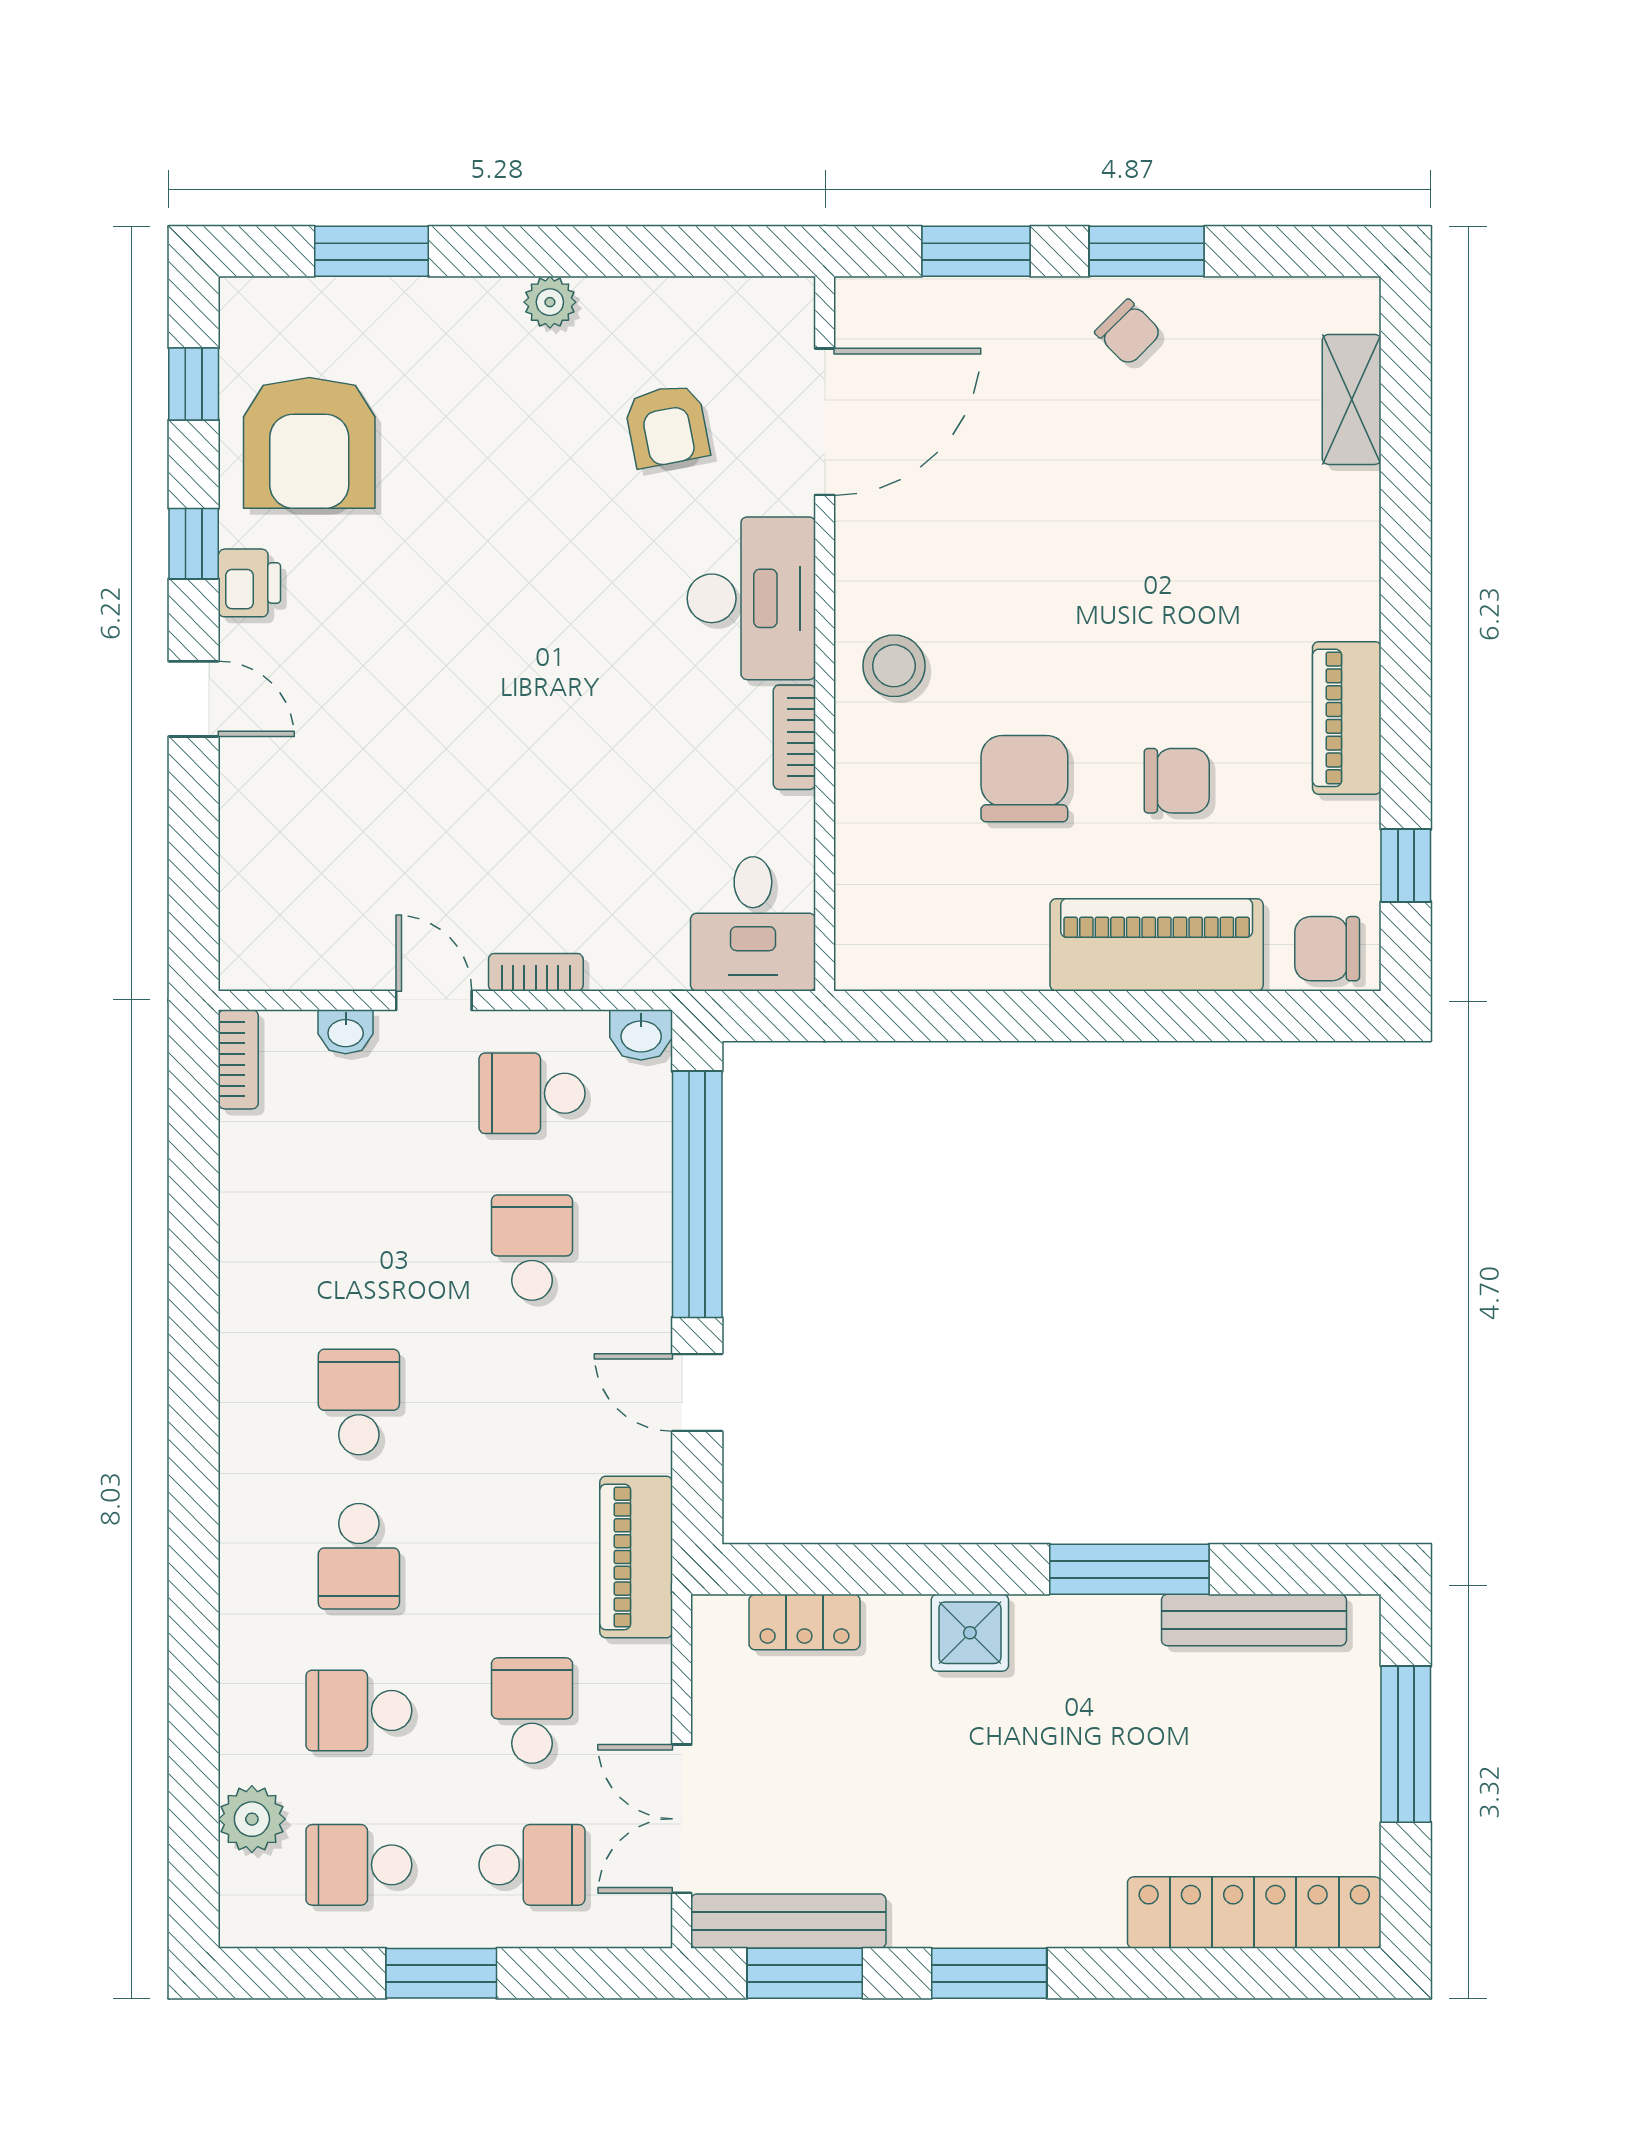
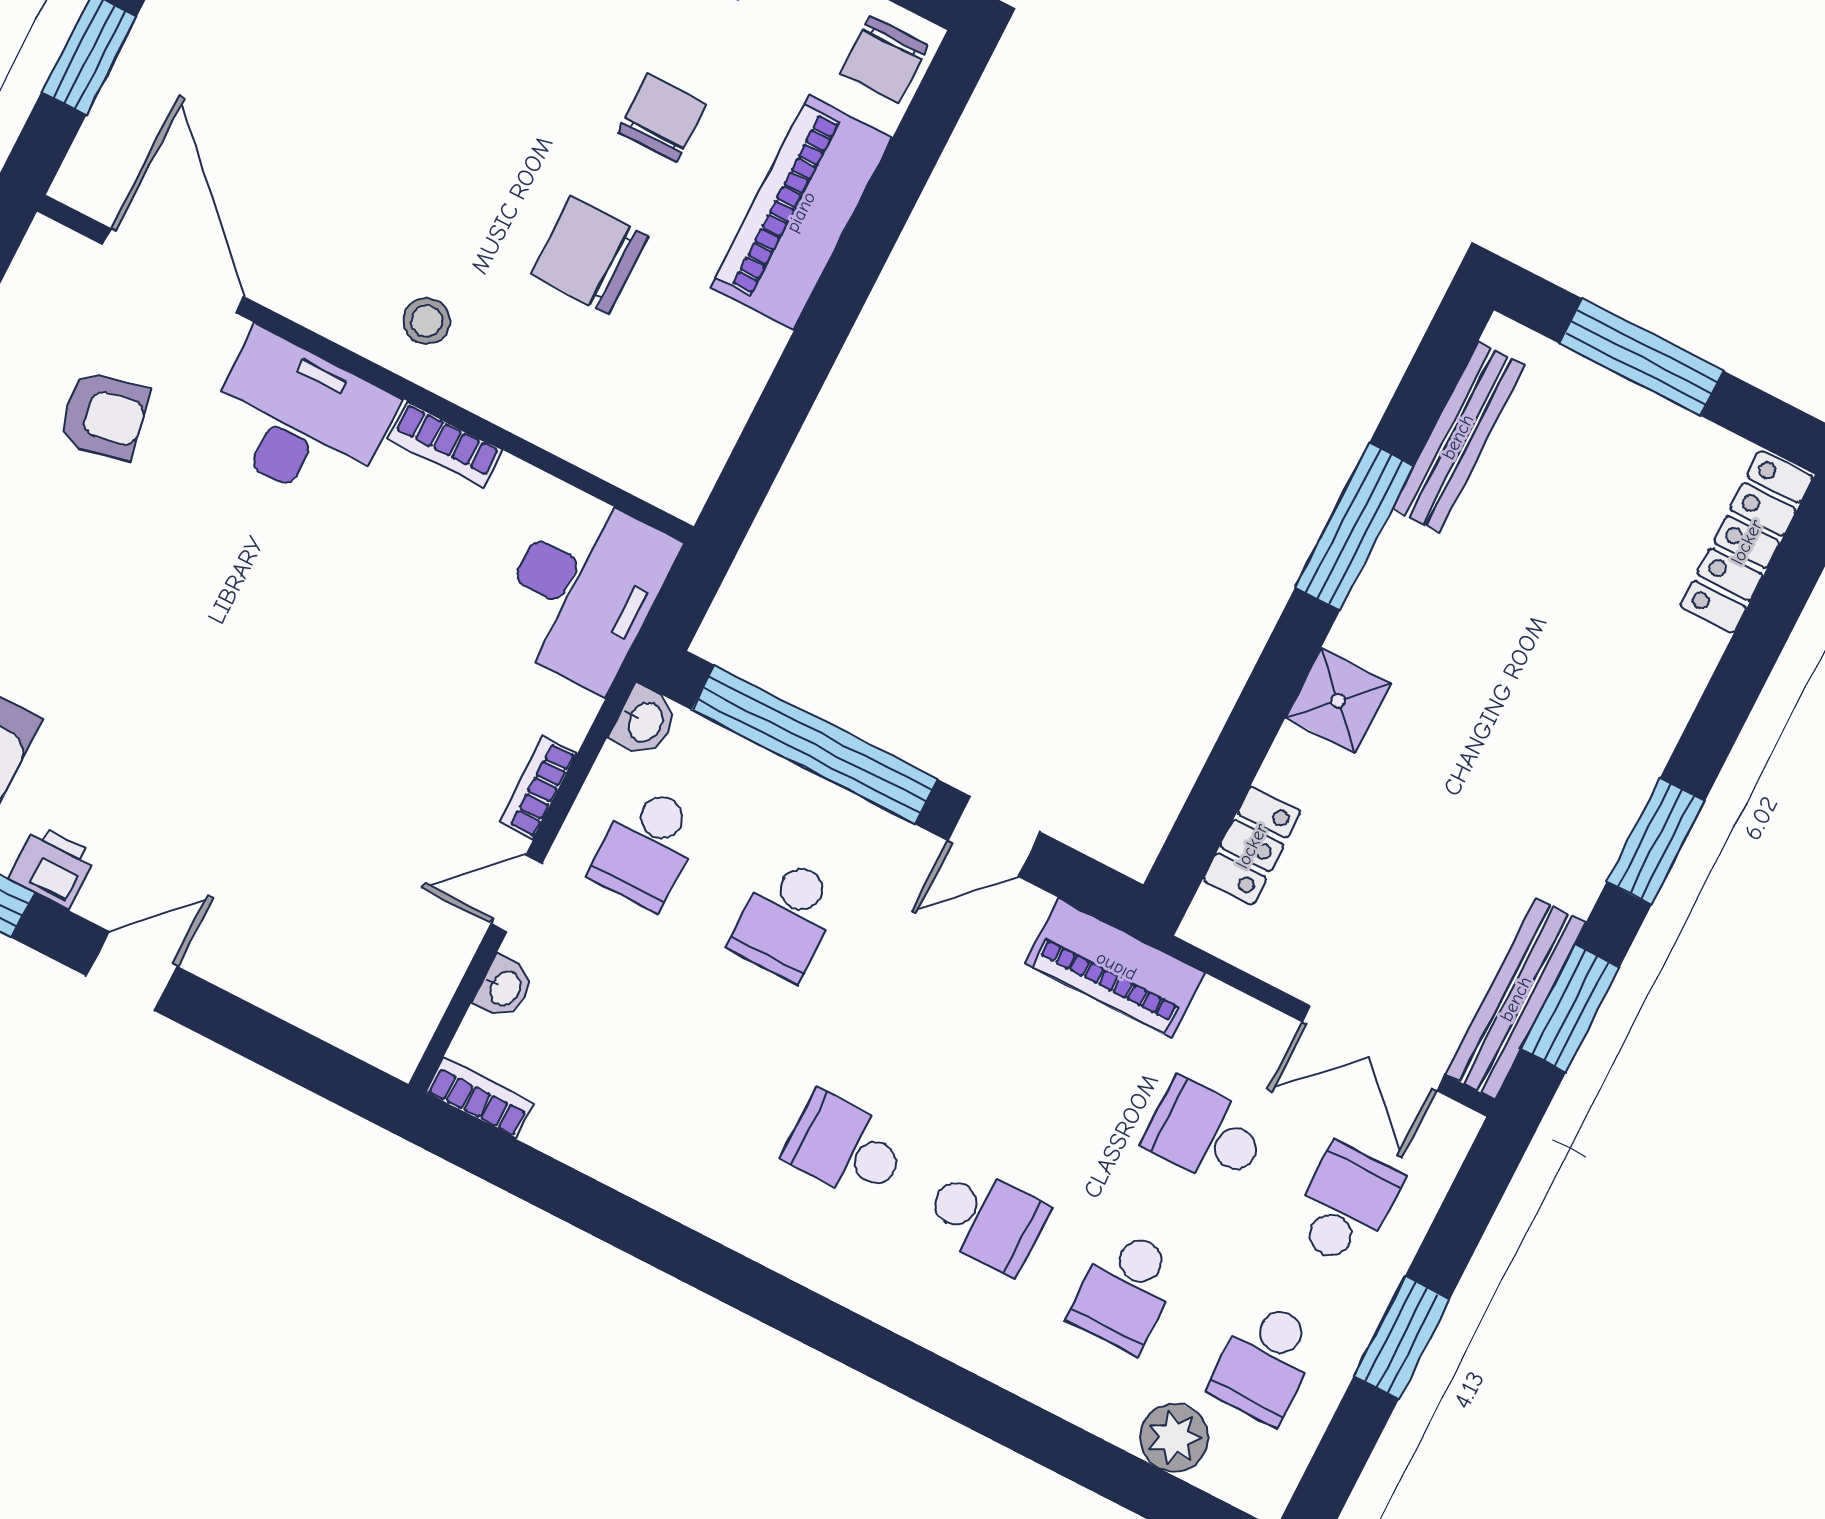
stool: (894, 666) -> (427, 321), width x0.73, depth x0.73
desk: (753, 924) -> (584, 589), width x1.37
school desk: (532, 1248) -> (786, 919), turned -90
locker: (1254, 1913) -> (1747, 542), width x0.71, depth x0.83

